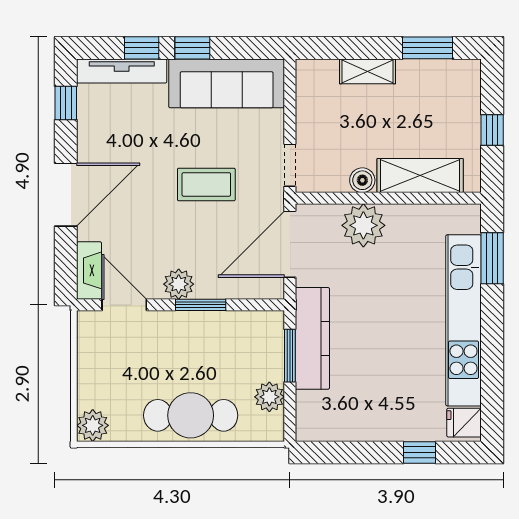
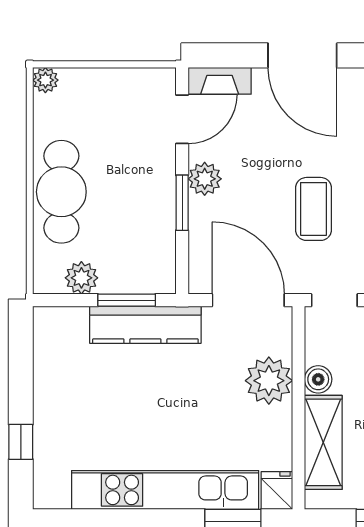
fridge: (464, 423) -> (277, 490), moved
plant: (93, 425) -> (45, 80), width x0.73, depth x0.73

